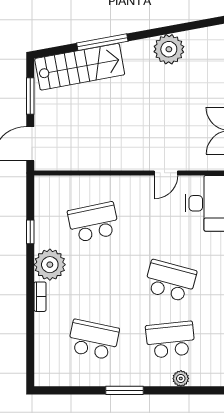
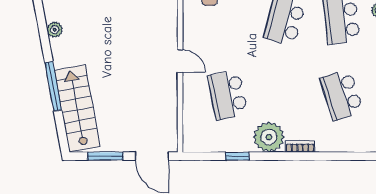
plant: (169, 49) -> (55, 30), width x0.53, depth x0.53
door: (166, 173) -> (180, 61), moved
school desk: (93, 340) -> (342, 95), turned -30

